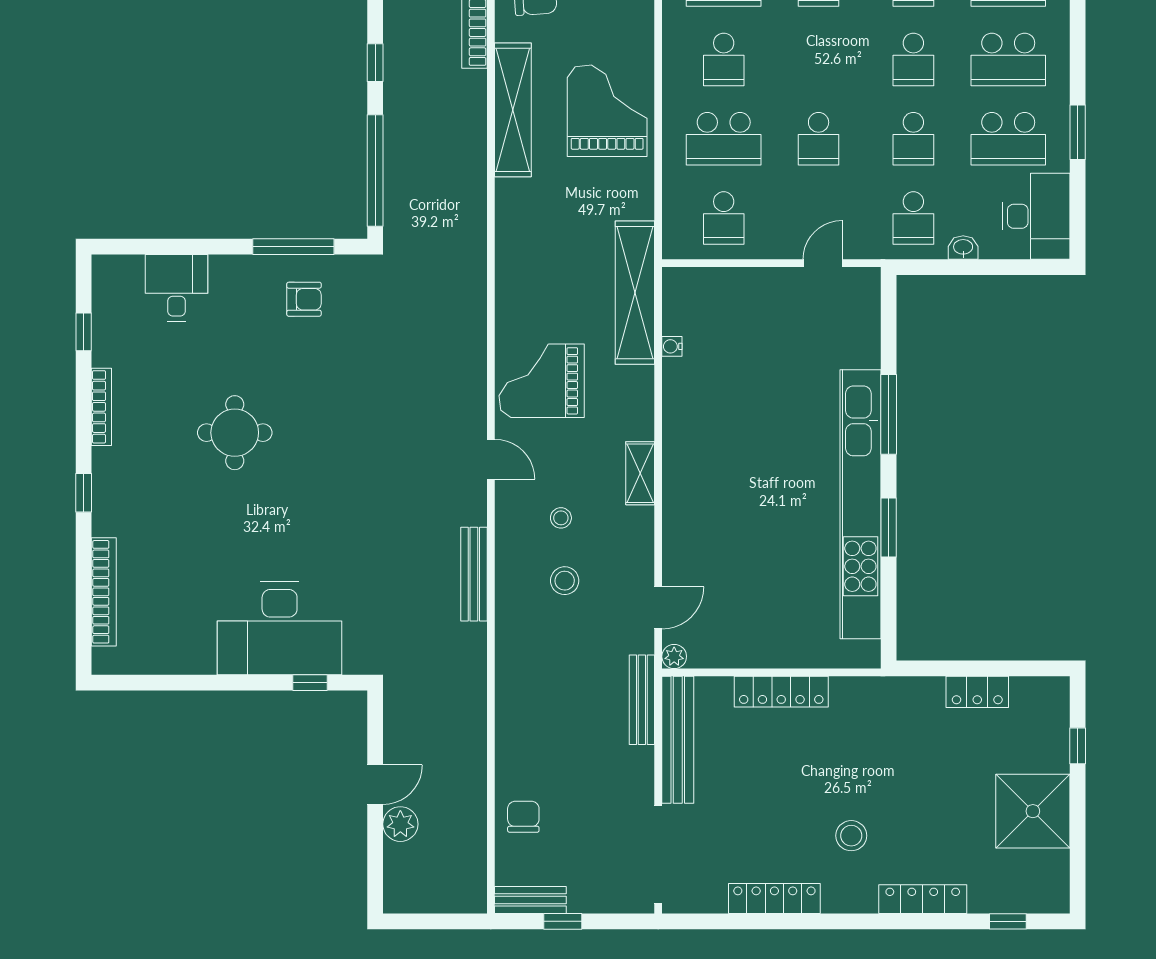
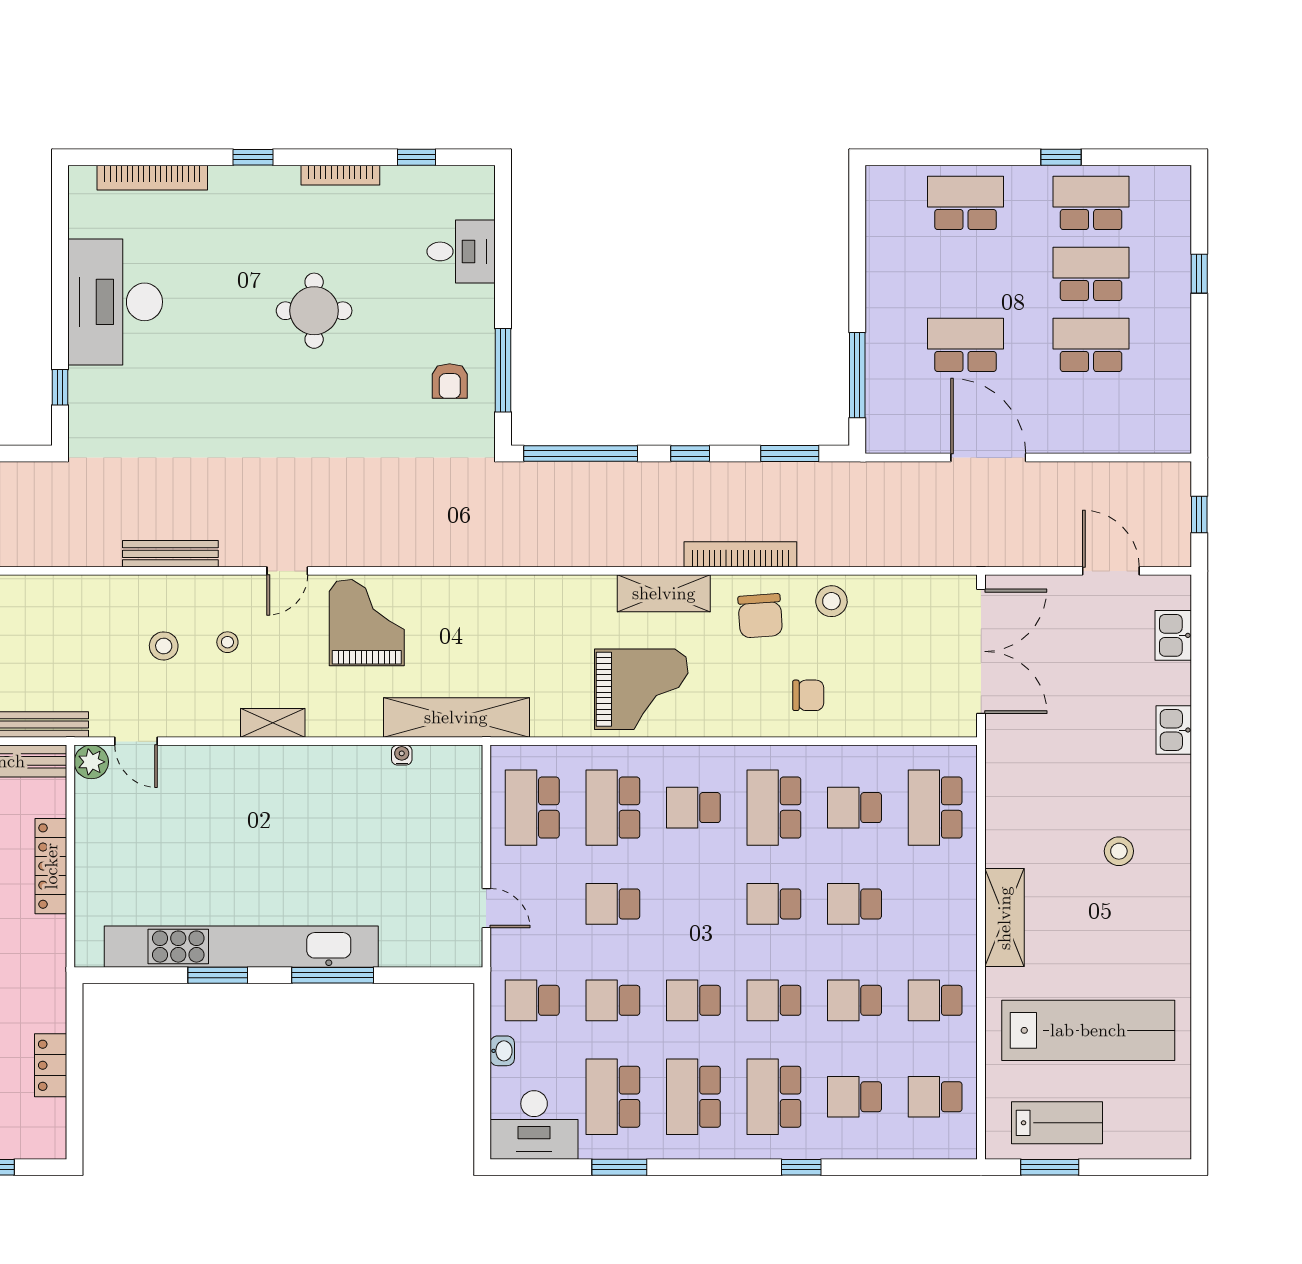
shelving: (513, 110) -> (664, 593), width x0.68
school desk: (724, 218) -> (532, 808), width x1.85
desk: (280, 628) -> (115, 302), moved
plant: (674, 656) -> (91, 762), width x1.38, depth x1.38

